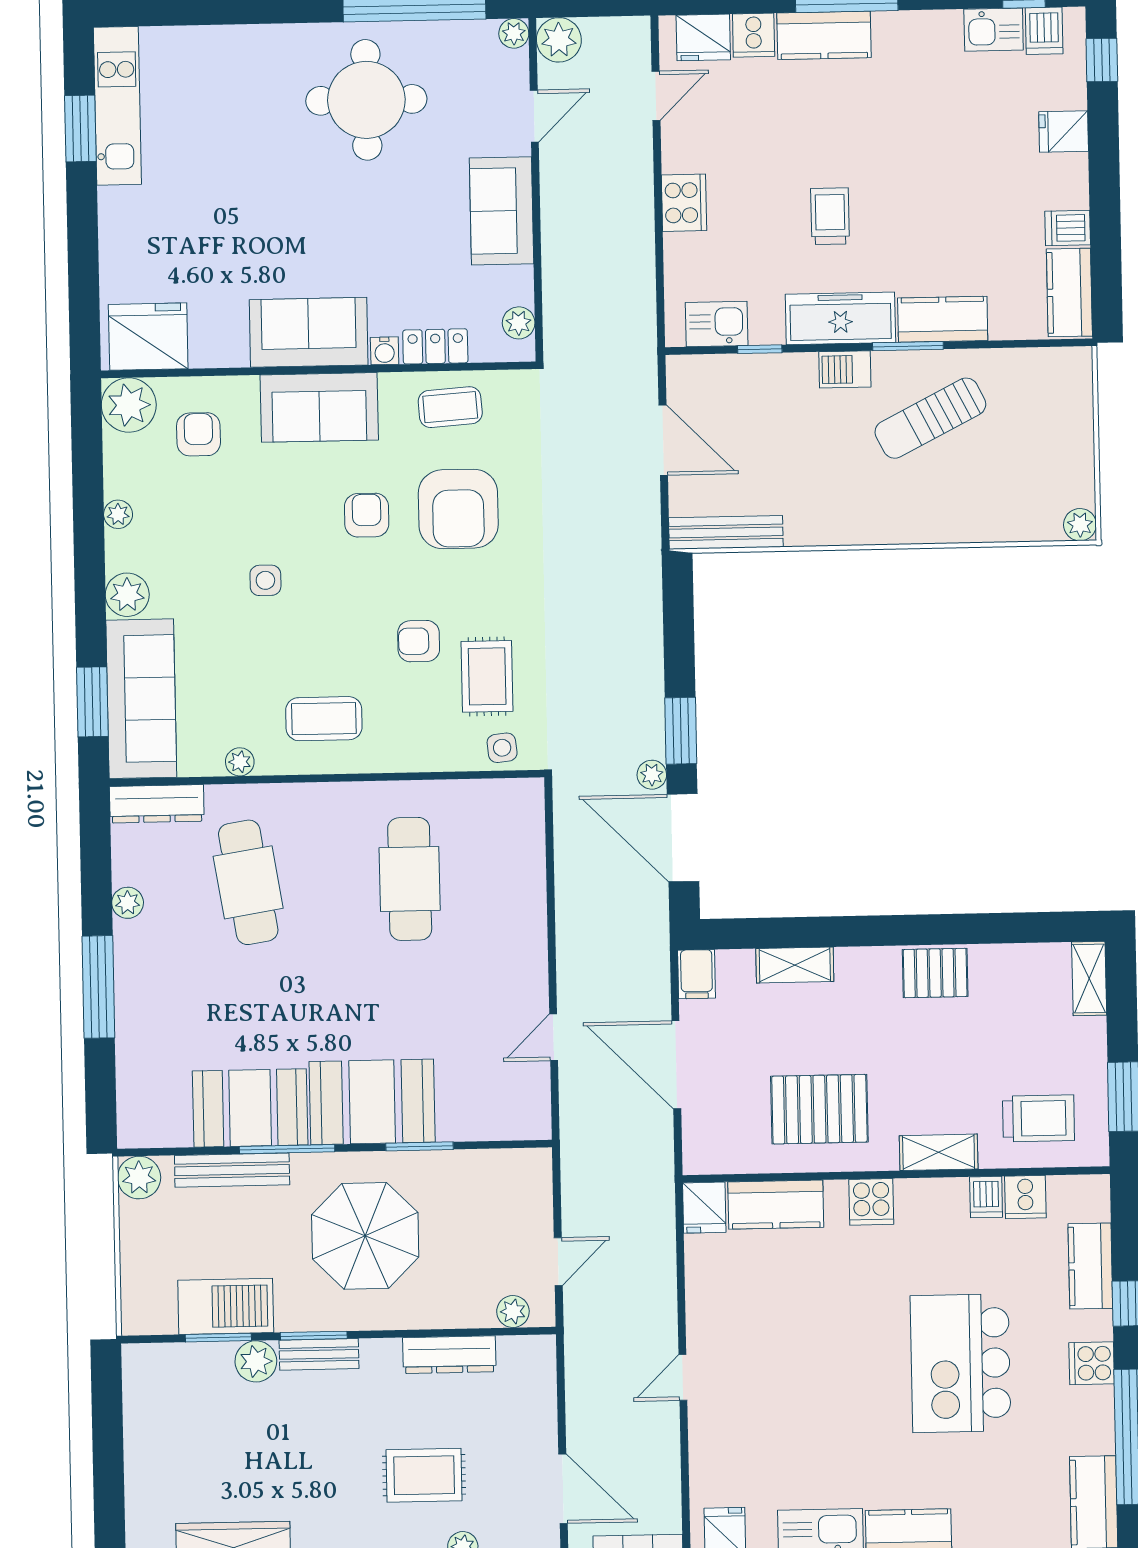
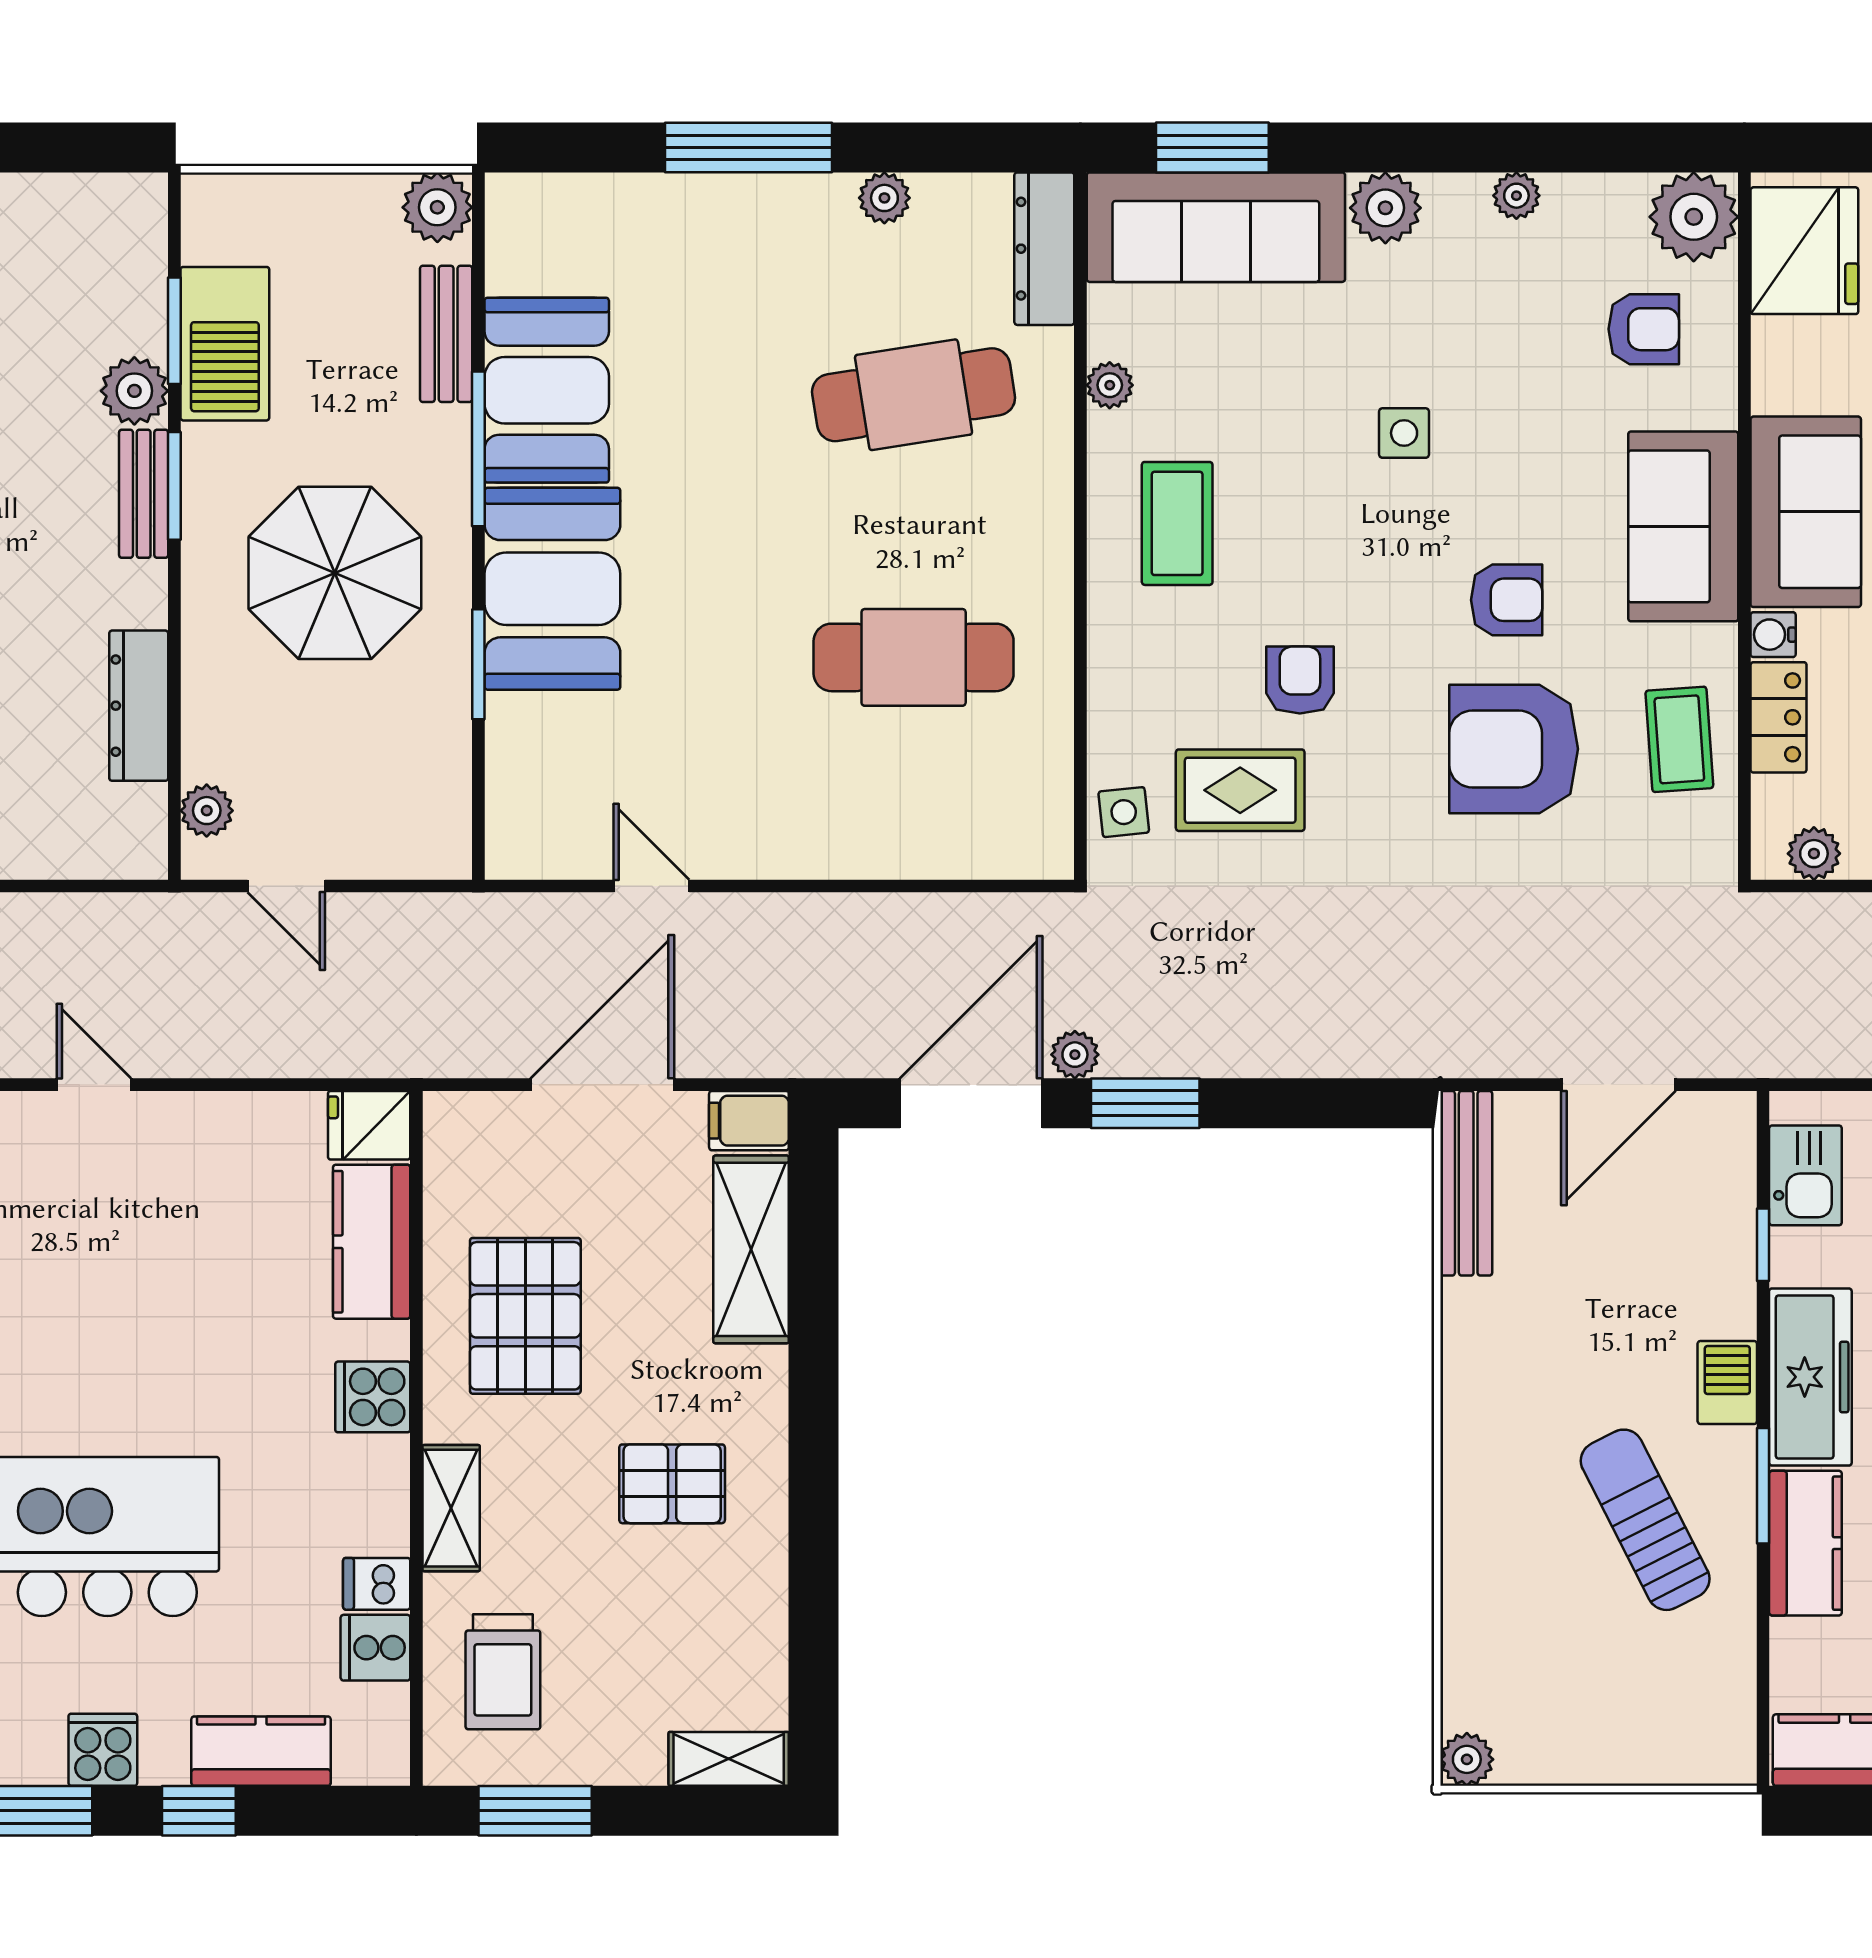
shelving: (795, 965) -> (751, 1249), width x1.50, depth x1.33
pallet: (935, 973) -> (672, 1484), moved, turned 90
bench: (232, 1170) -> (446, 334), width x0.73

